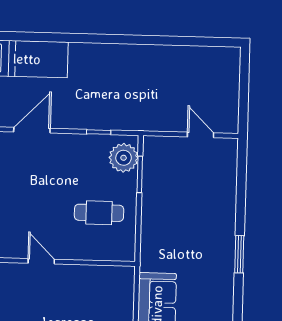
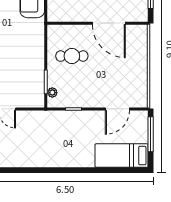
plant: (124, 158) -> (52, 93), width x0.53, depth x0.53
door: (41, 261) -> (109, 23), width x1.88

